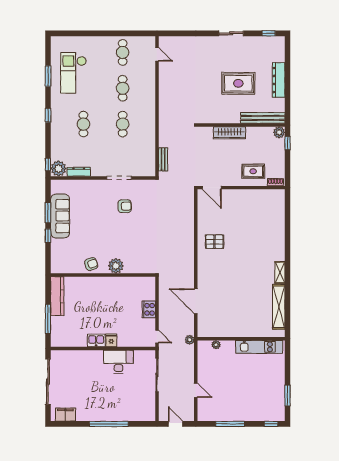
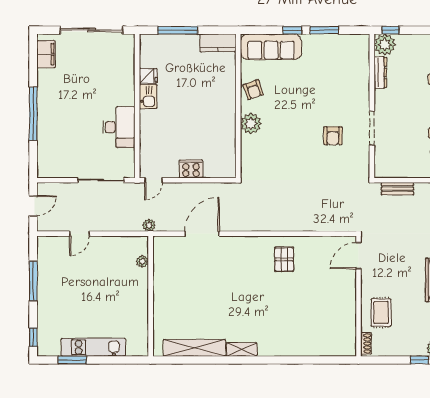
sofa: (60, 216) -> (271, 47), moved
kitchen counter: (57, 296) -> (218, 43), width x0.67
fridge: (111, 340) -> (148, 76), moved
kitchen unit: (259, 347) -> (93, 347), moved, turned 90

